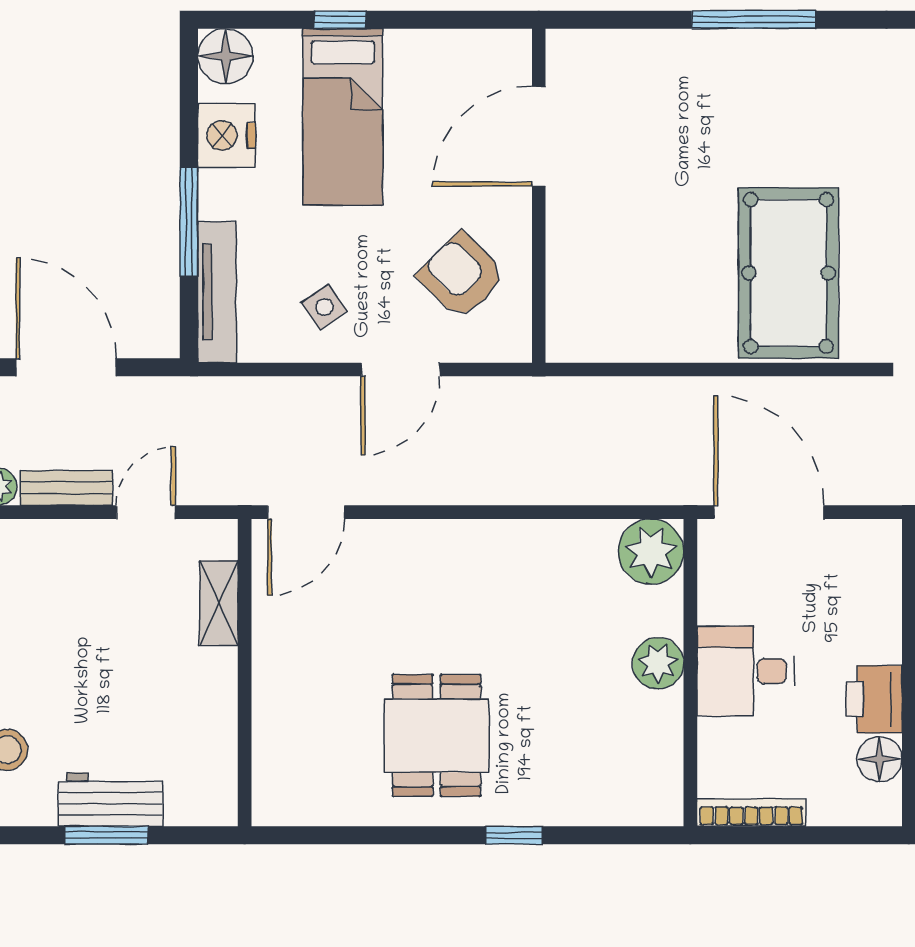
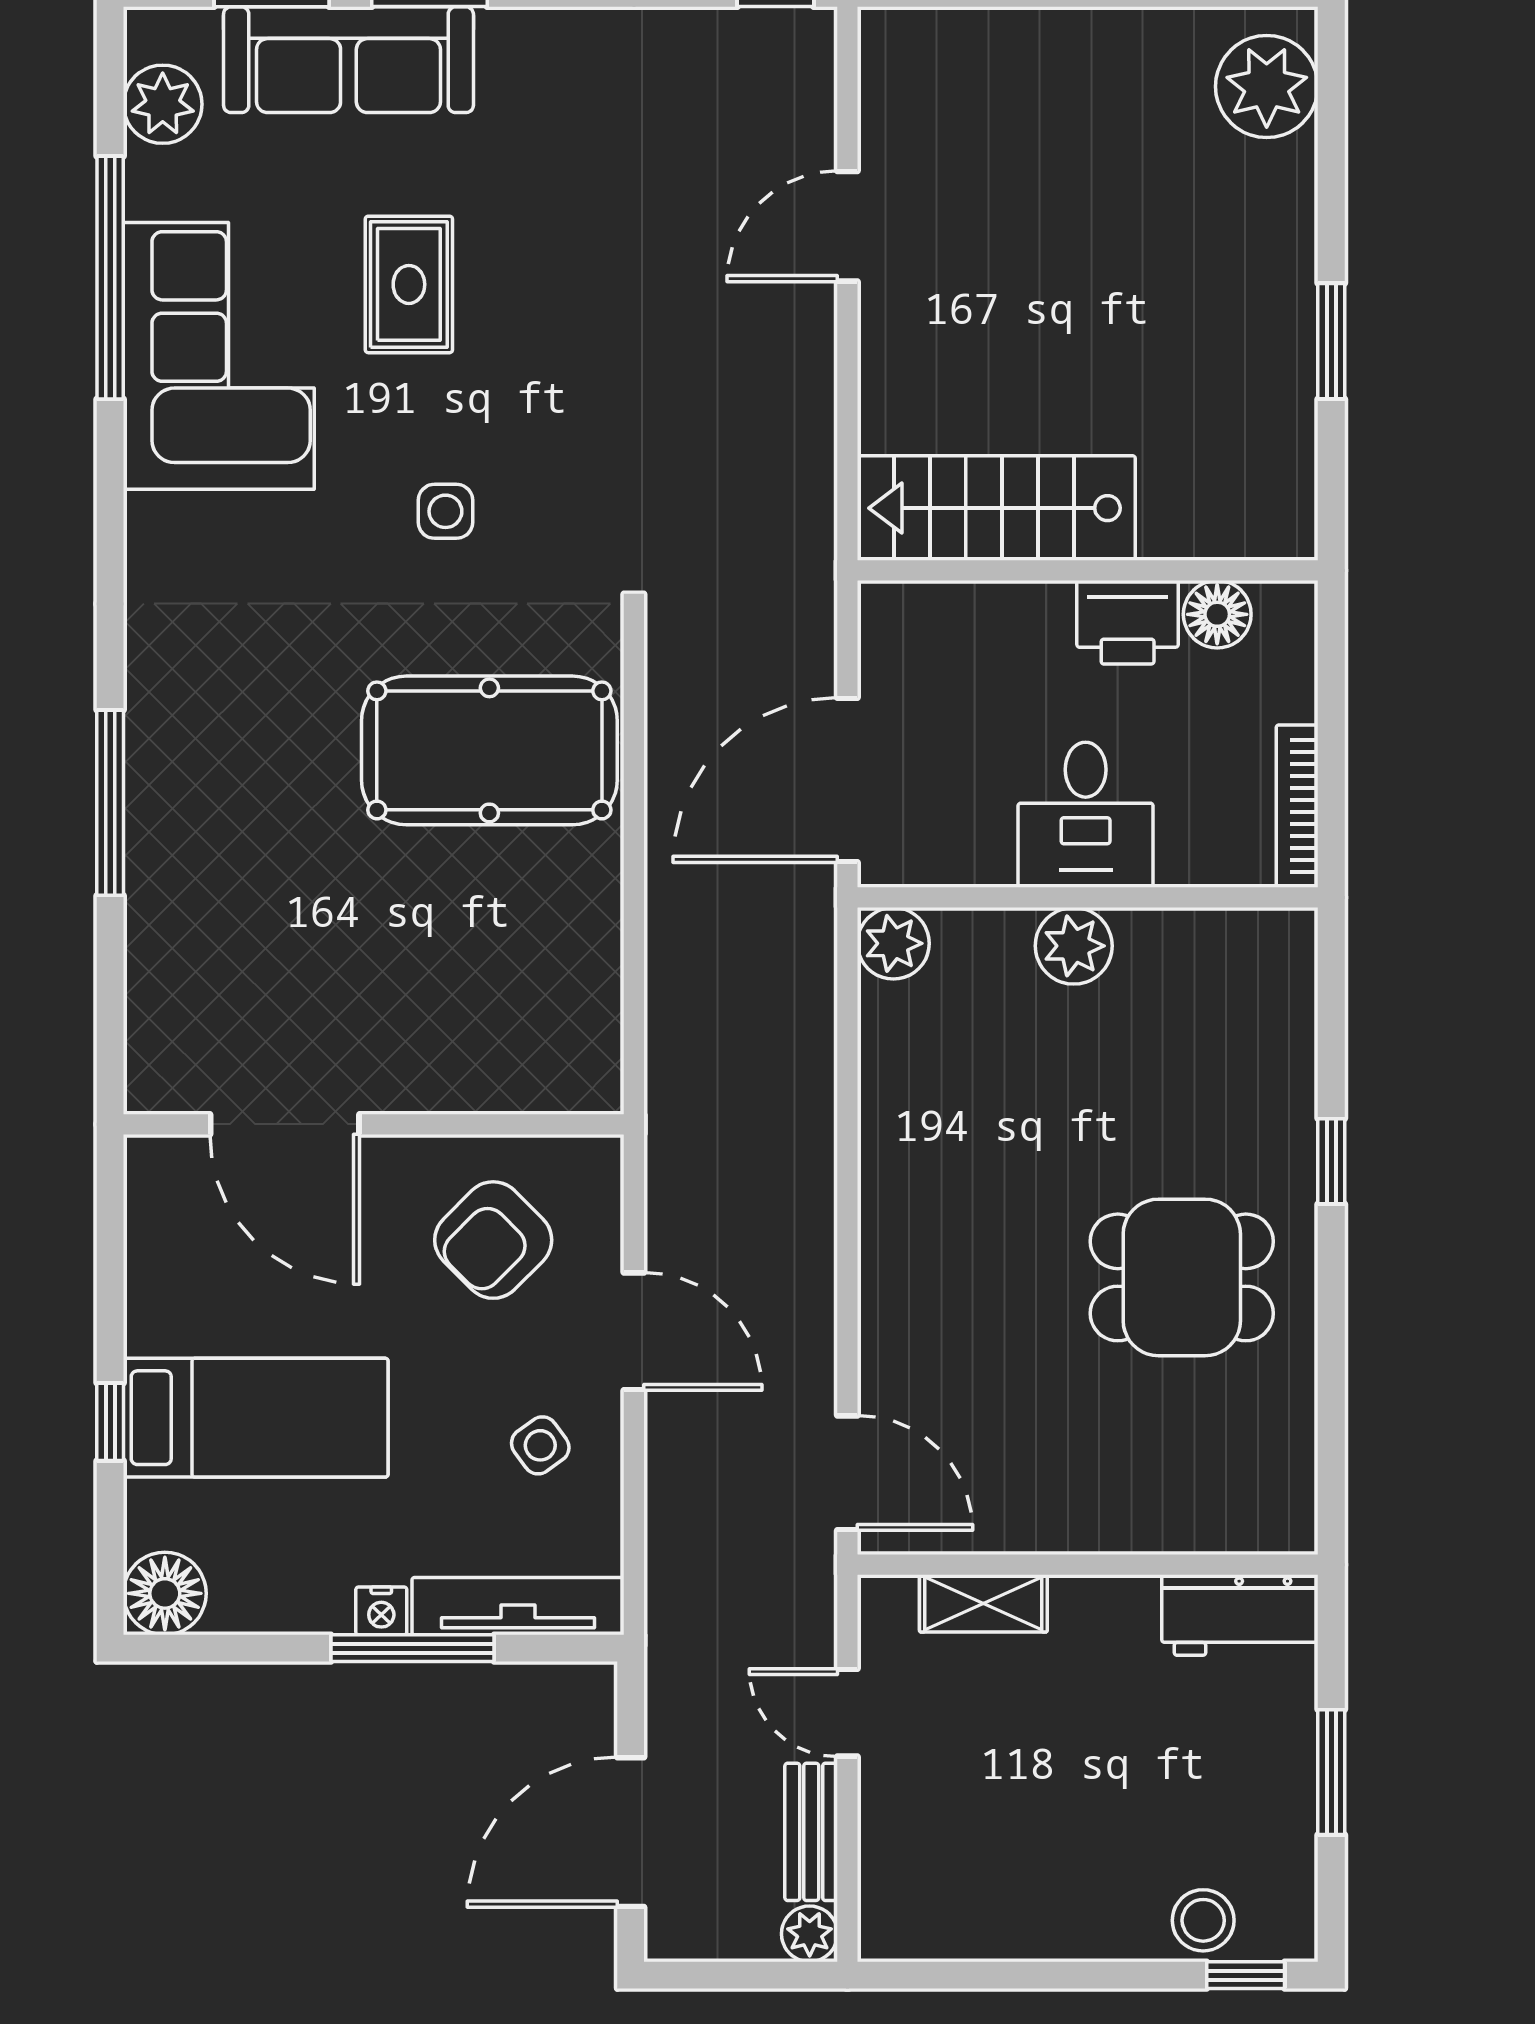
nightstand: (227, 136) -> (381, 1611), moved, width x0.53, depth x0.56
plant: (651, 552) -> (893, 943), width x0.73, depth x0.73
workbench: (111, 799) -> (1240, 1615), moved, turned -90

